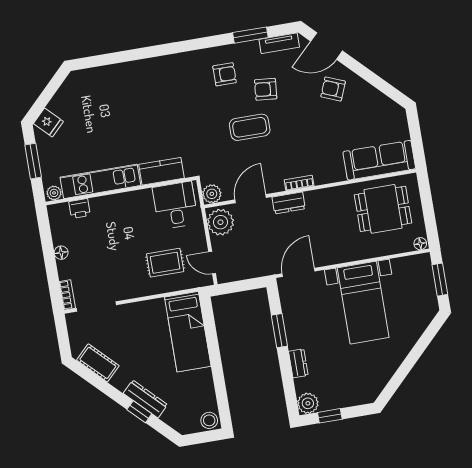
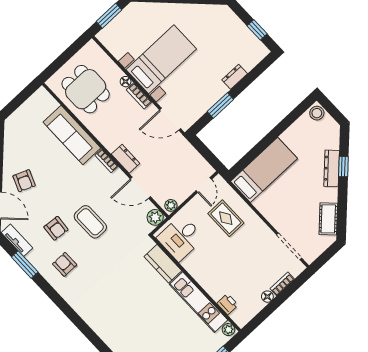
sofa: (379, 160) -> (72, 135), moved
plant: (220, 222) -> (171, 205), width x0.53, depth x0.53
floor lamp: (420, 244) -> (126, 82), moved
bookcase: (342, 257) -> (139, 96), added
bookcase: (67, 295) -> (282, 284), moved
plant: (308, 403) -> (258, 51), removed

